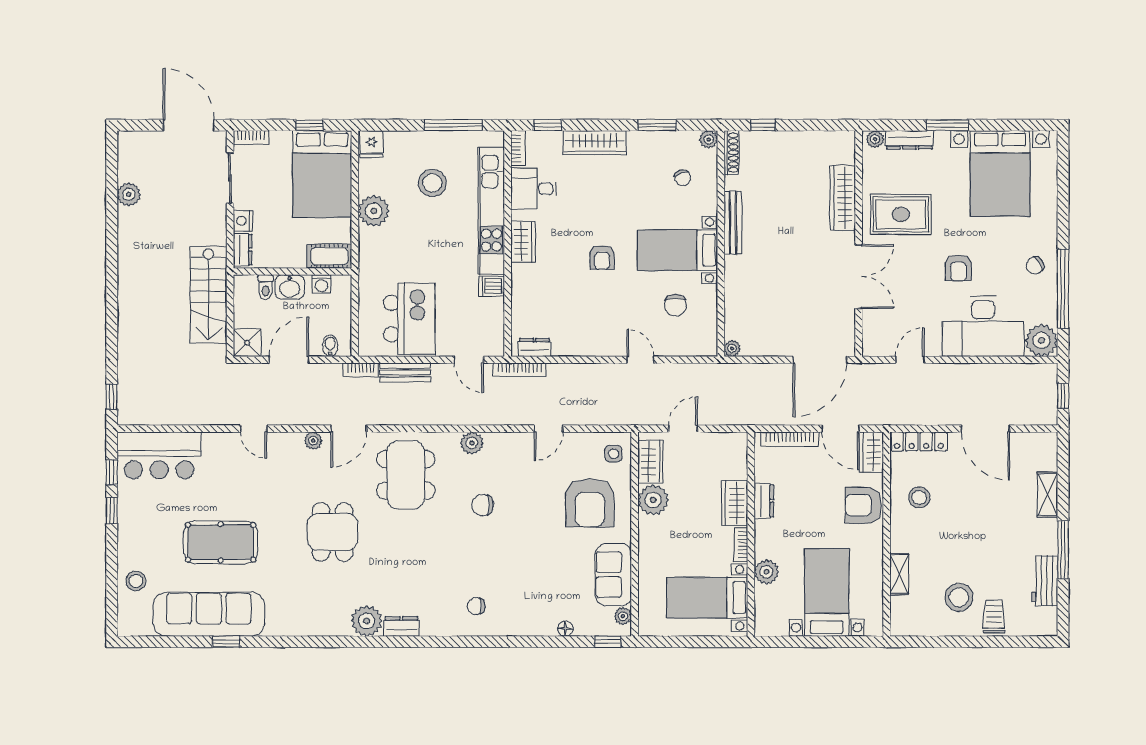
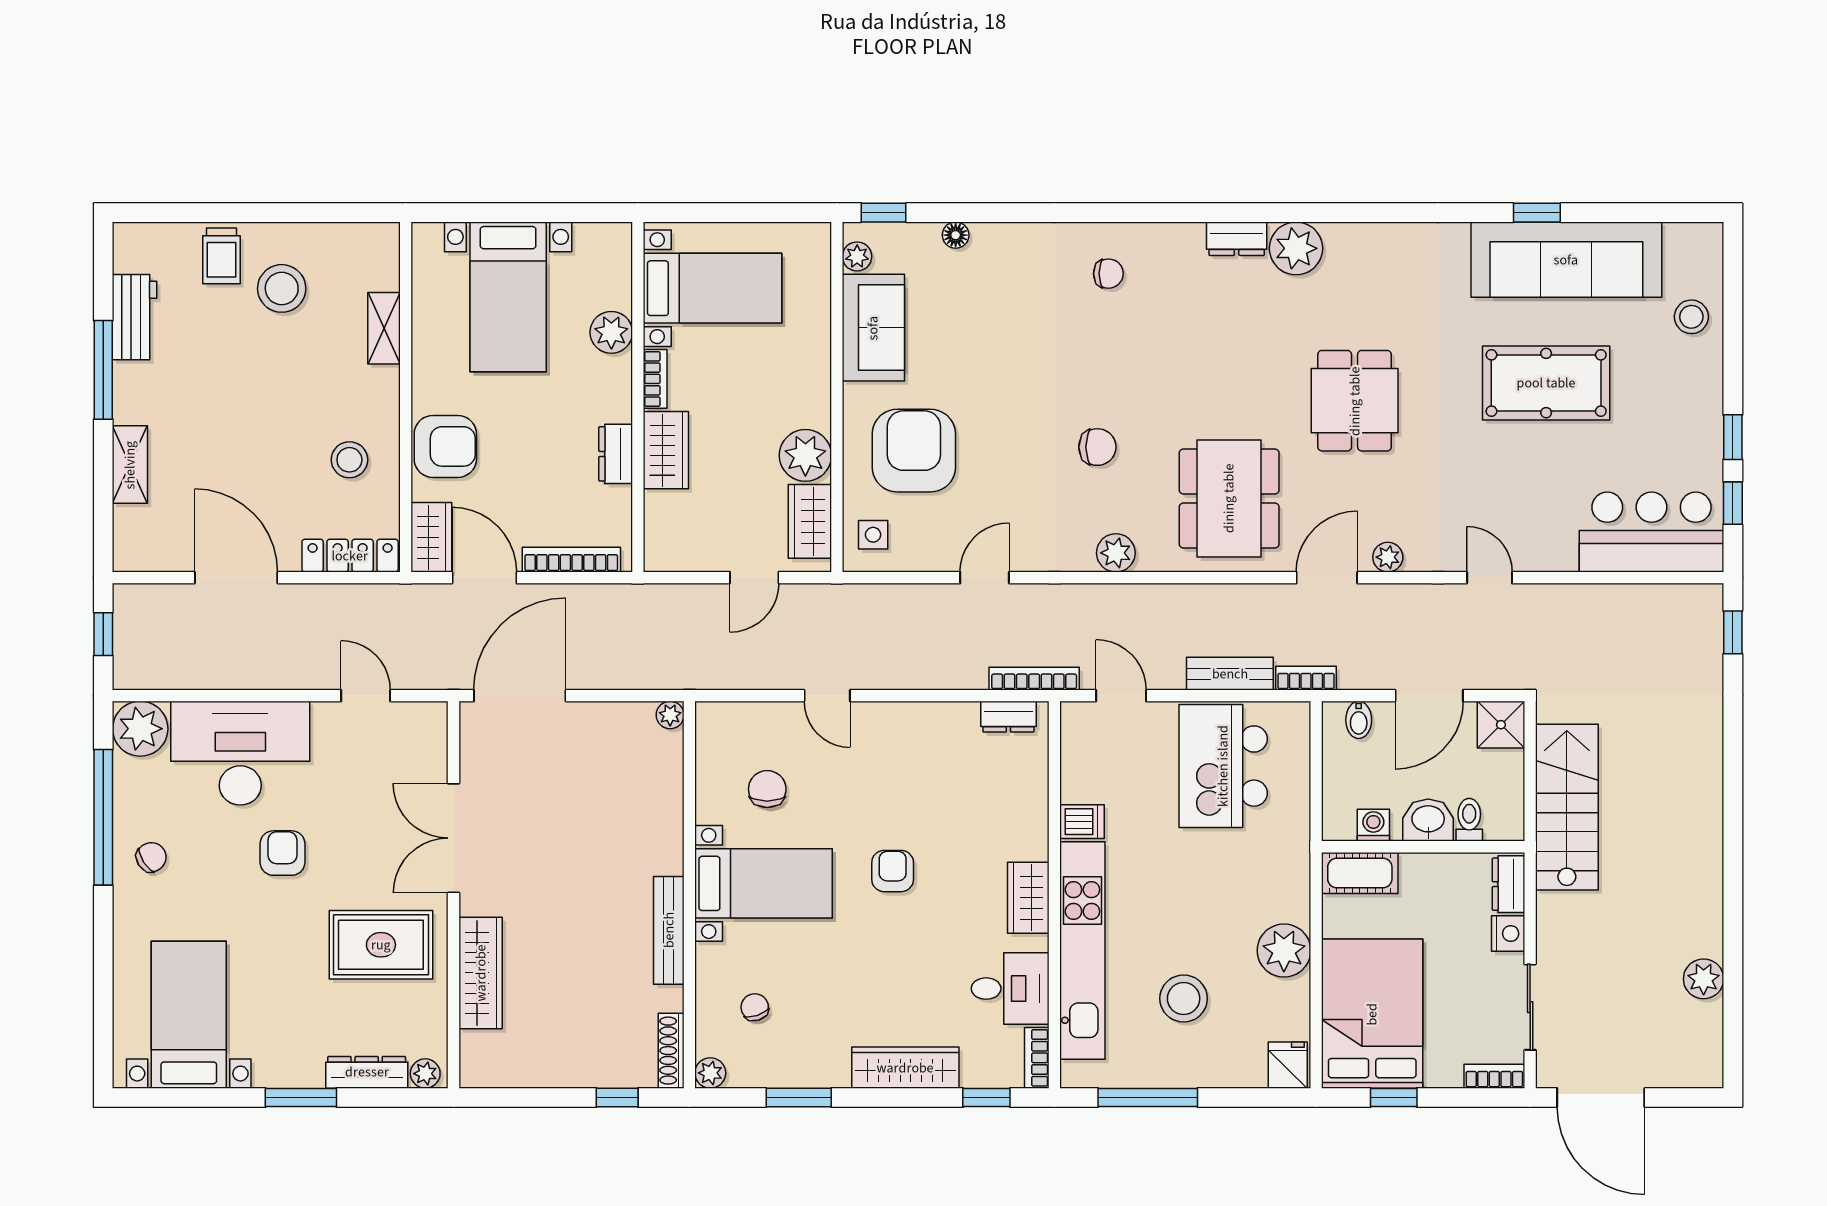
bed with nightstands: (1000, 173) -> (189, 1015), width x0.73
door: (910, 360) -> (366, 696), swing flipped

